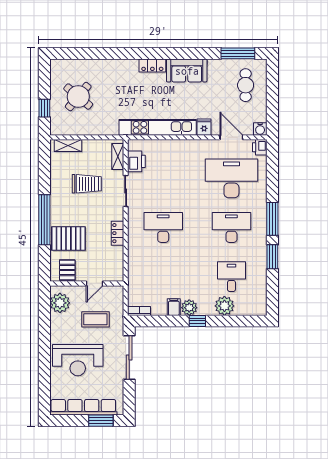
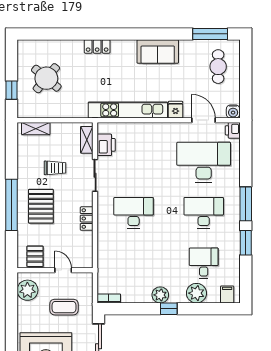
locker: (152, 66) -> (97, 46), moved
trolley: (87, 184) -> (55, 168), width x0.73, depth x0.72
pallet: (68, 238) -> (41, 206), moved, turned 90
door: (94, 283) -> (63, 270), swing flipped
filing cabinet: (174, 307) -> (227, 294), moved

